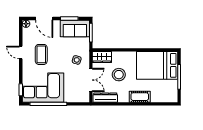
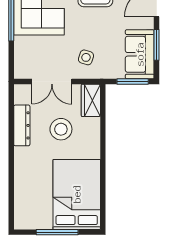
cot: (140, 97) -> (23, 165), removed
dresser: (105, 98) -> (22, 125), moved

